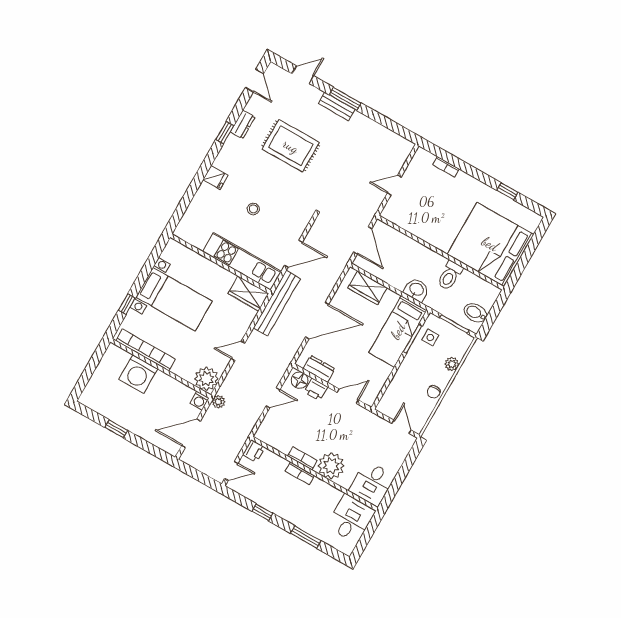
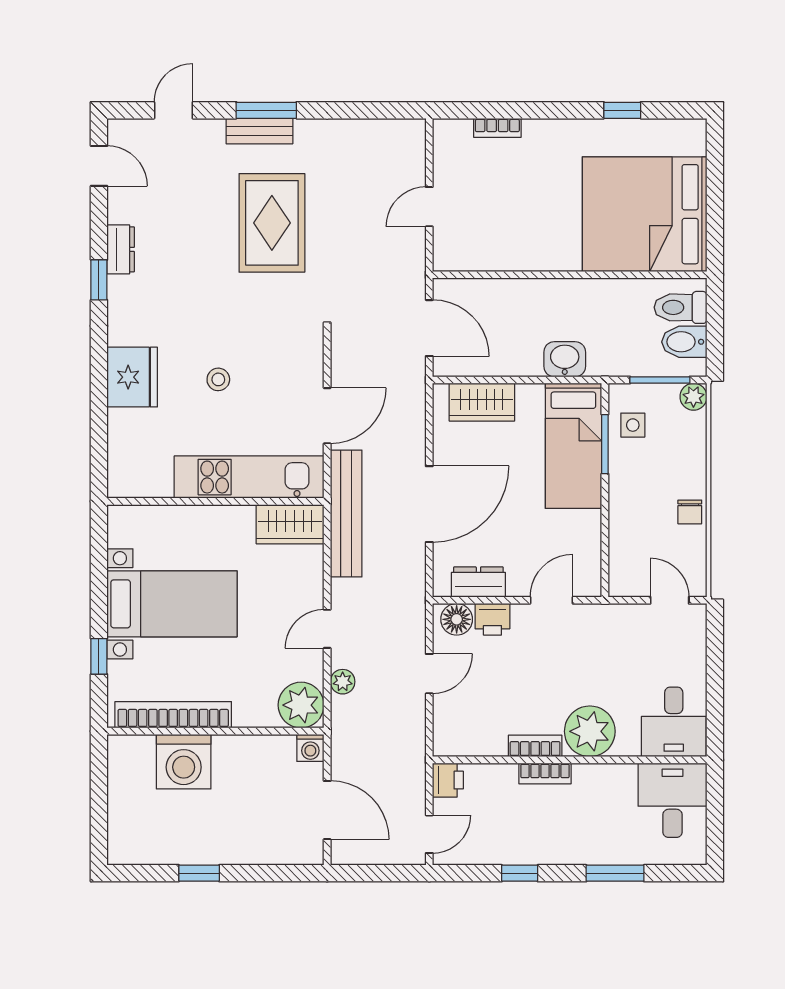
rug: (291, 146) -> (272, 223), moved, turned 90
fridge: (215, 177) -> (132, 377), width x1.88, depth x1.34
toilet: (450, 276) -> (681, 307), moved, turned 90
plant: (452, 364) -> (693, 397), moved
plant: (218, 402) -> (343, 682), moved
door: (191, 433) -> (327, 810), swing flipped

